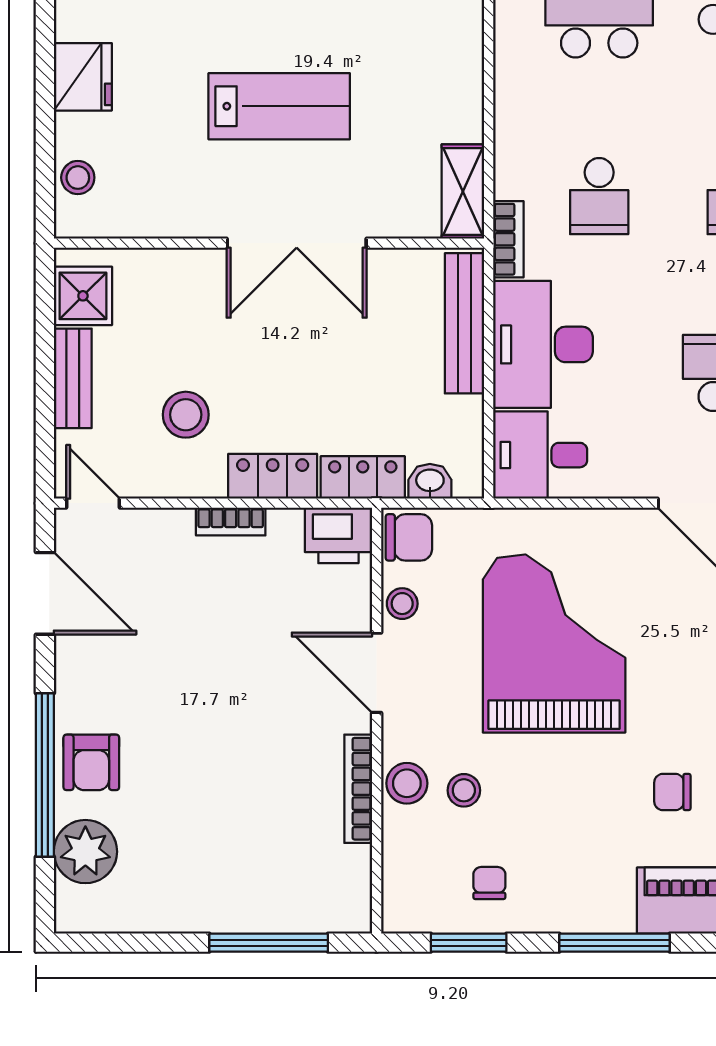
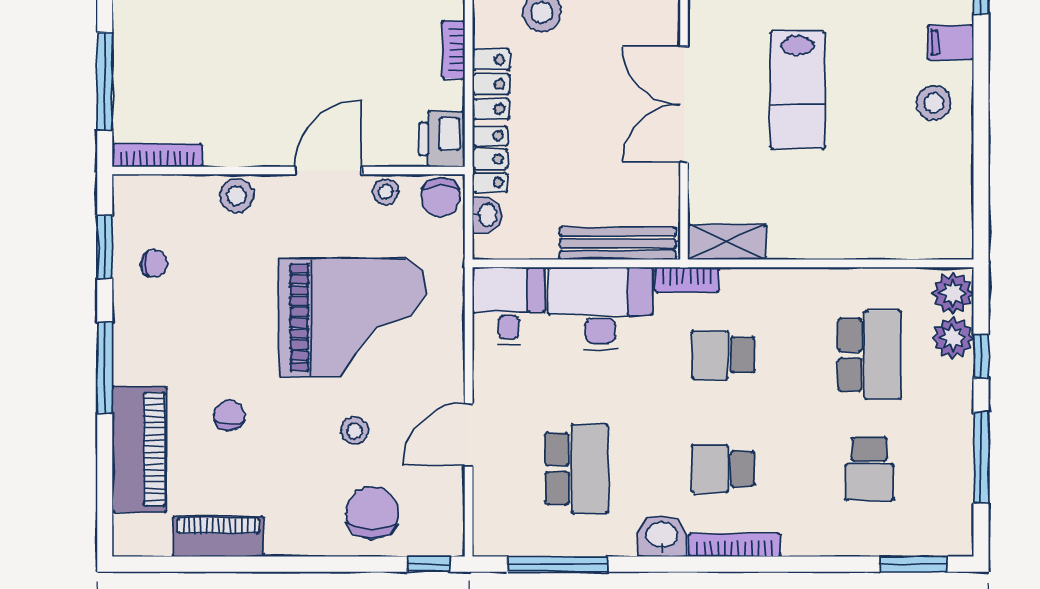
bookcase: (358, 789) -> (157, 155), moved
stool: (464, 790) -> (355, 431), moved

